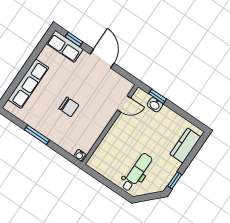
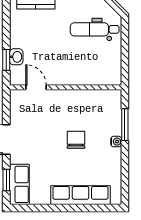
window: (37, 135) -> (125, 125), moved
water cooler: (80, 155) -> (116, 142), moved

